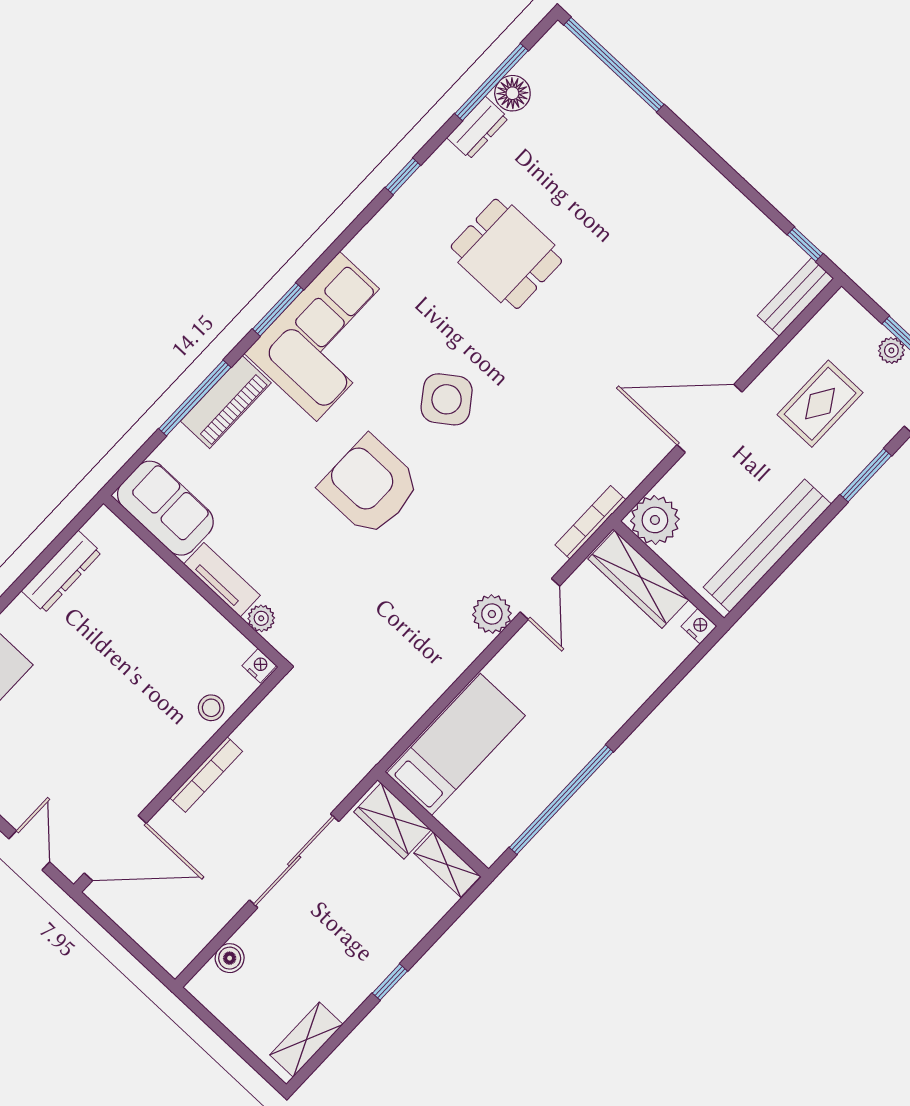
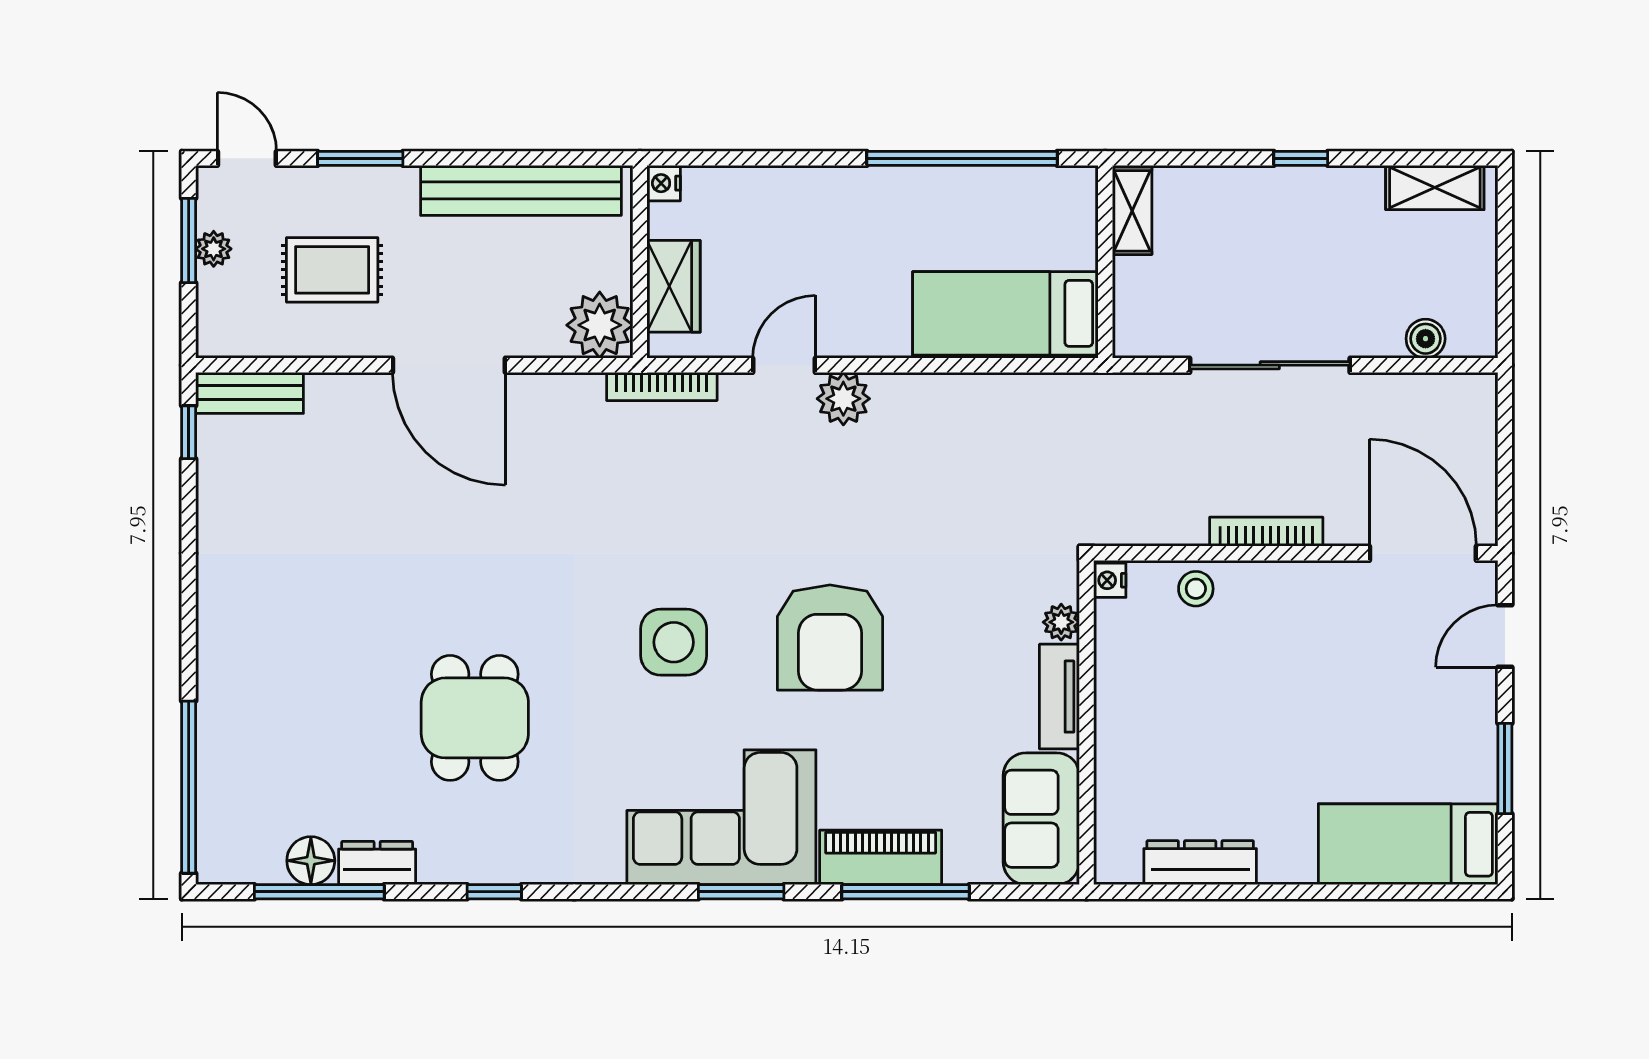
side table: (447, 399) -> (674, 642), turned 36
wardrobe: (638, 579) -> (674, 286), width x0.67
wardrobe: (393, 821) -> (1139, 305), removed

